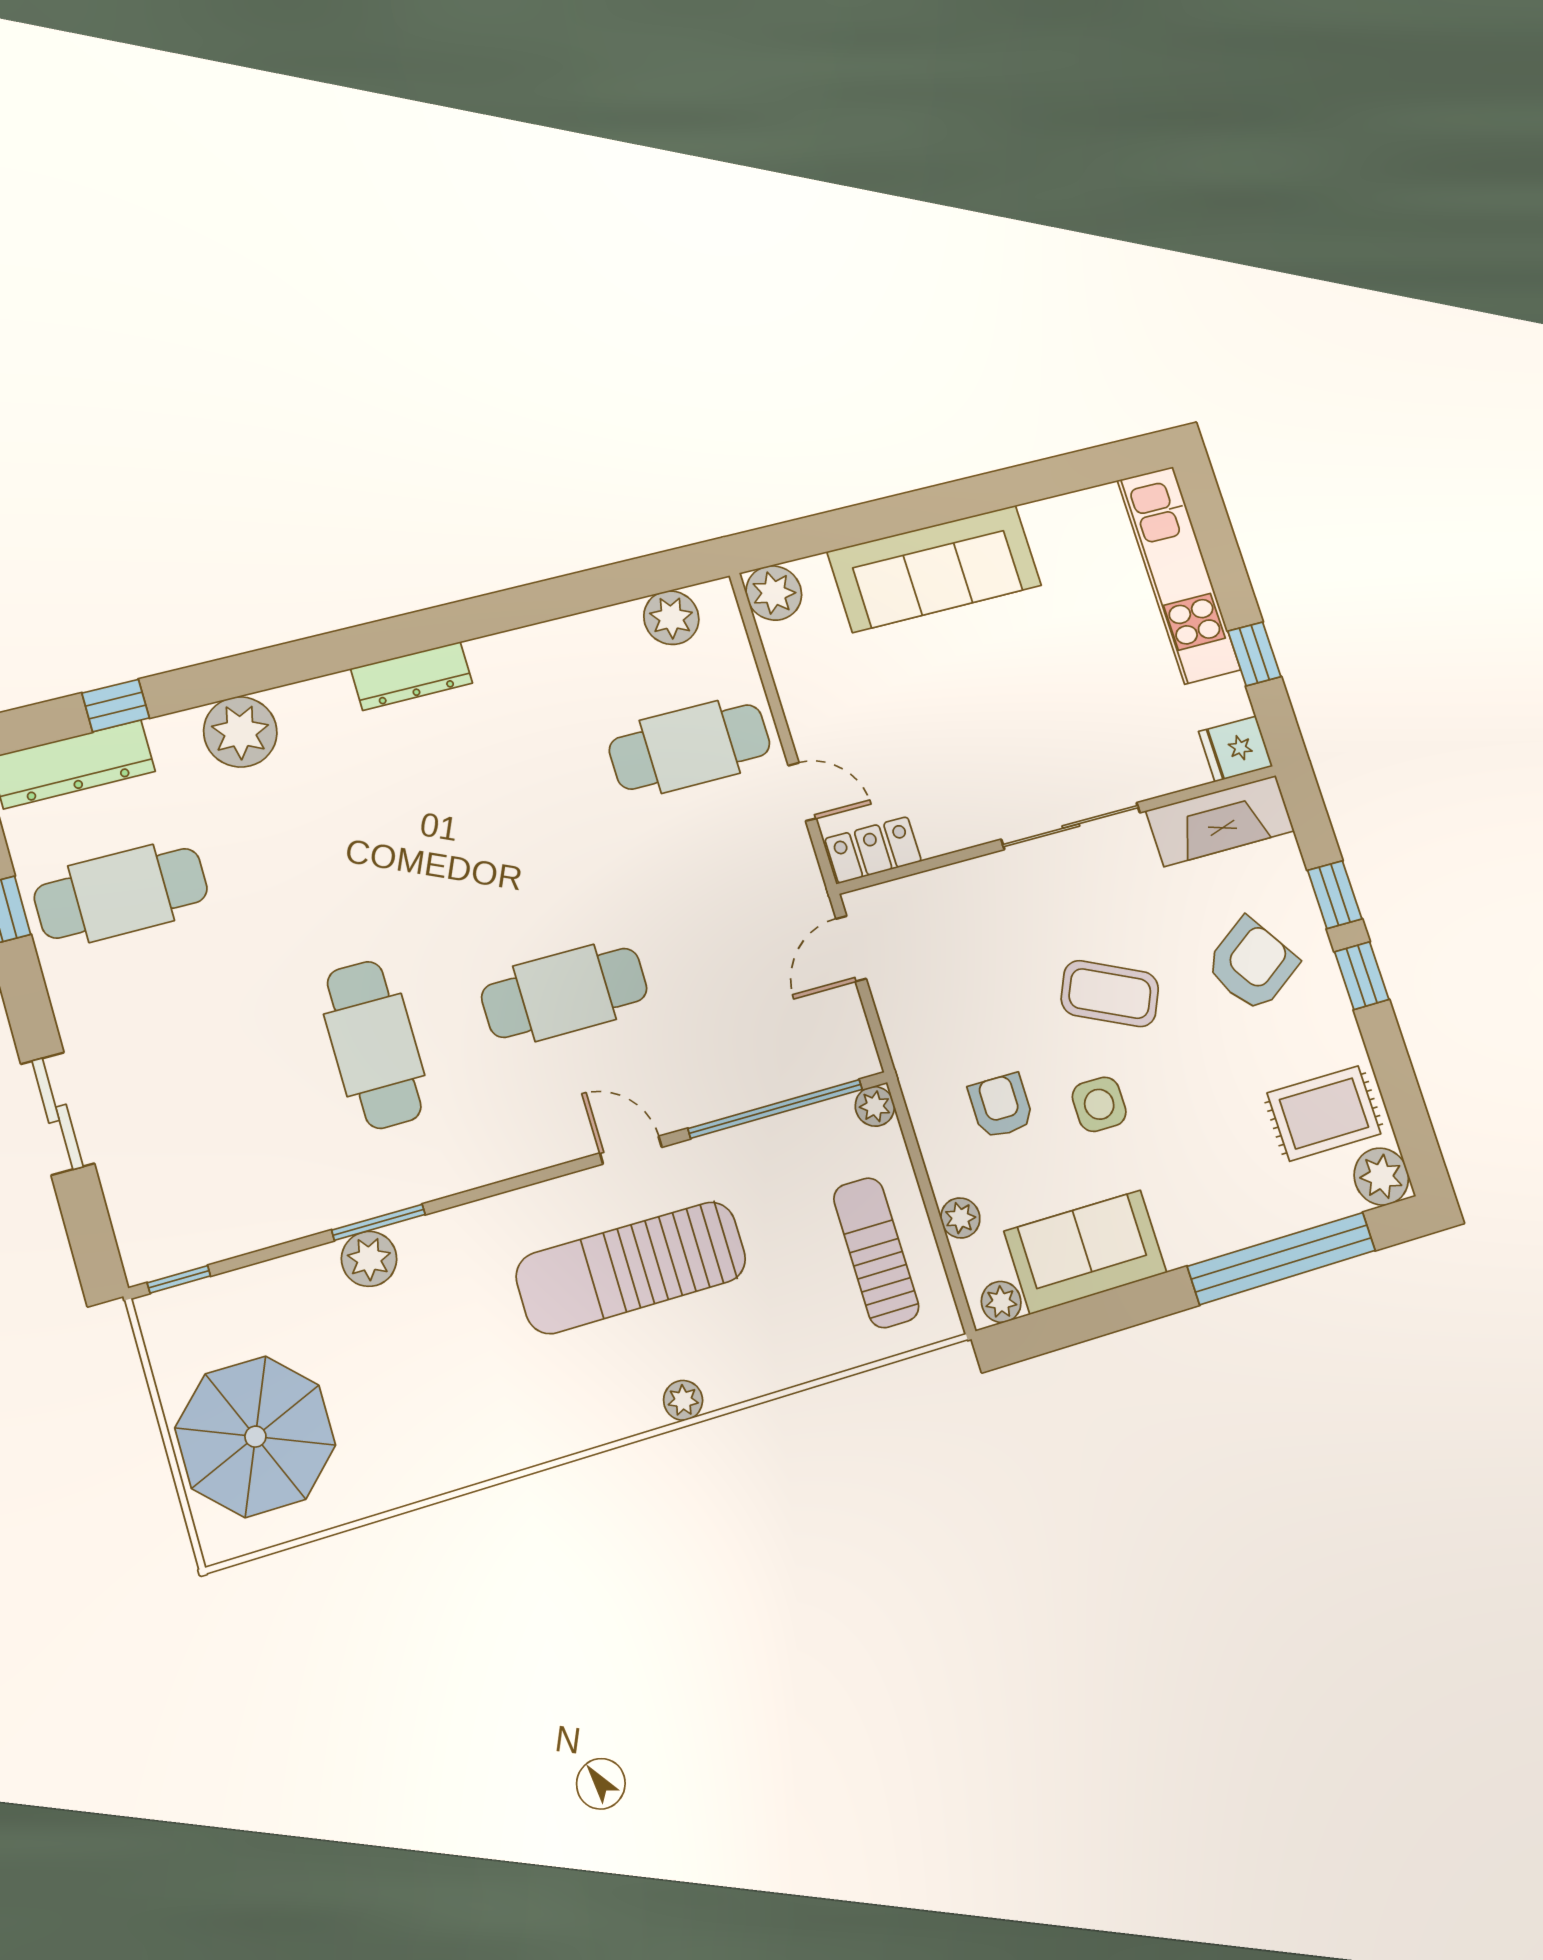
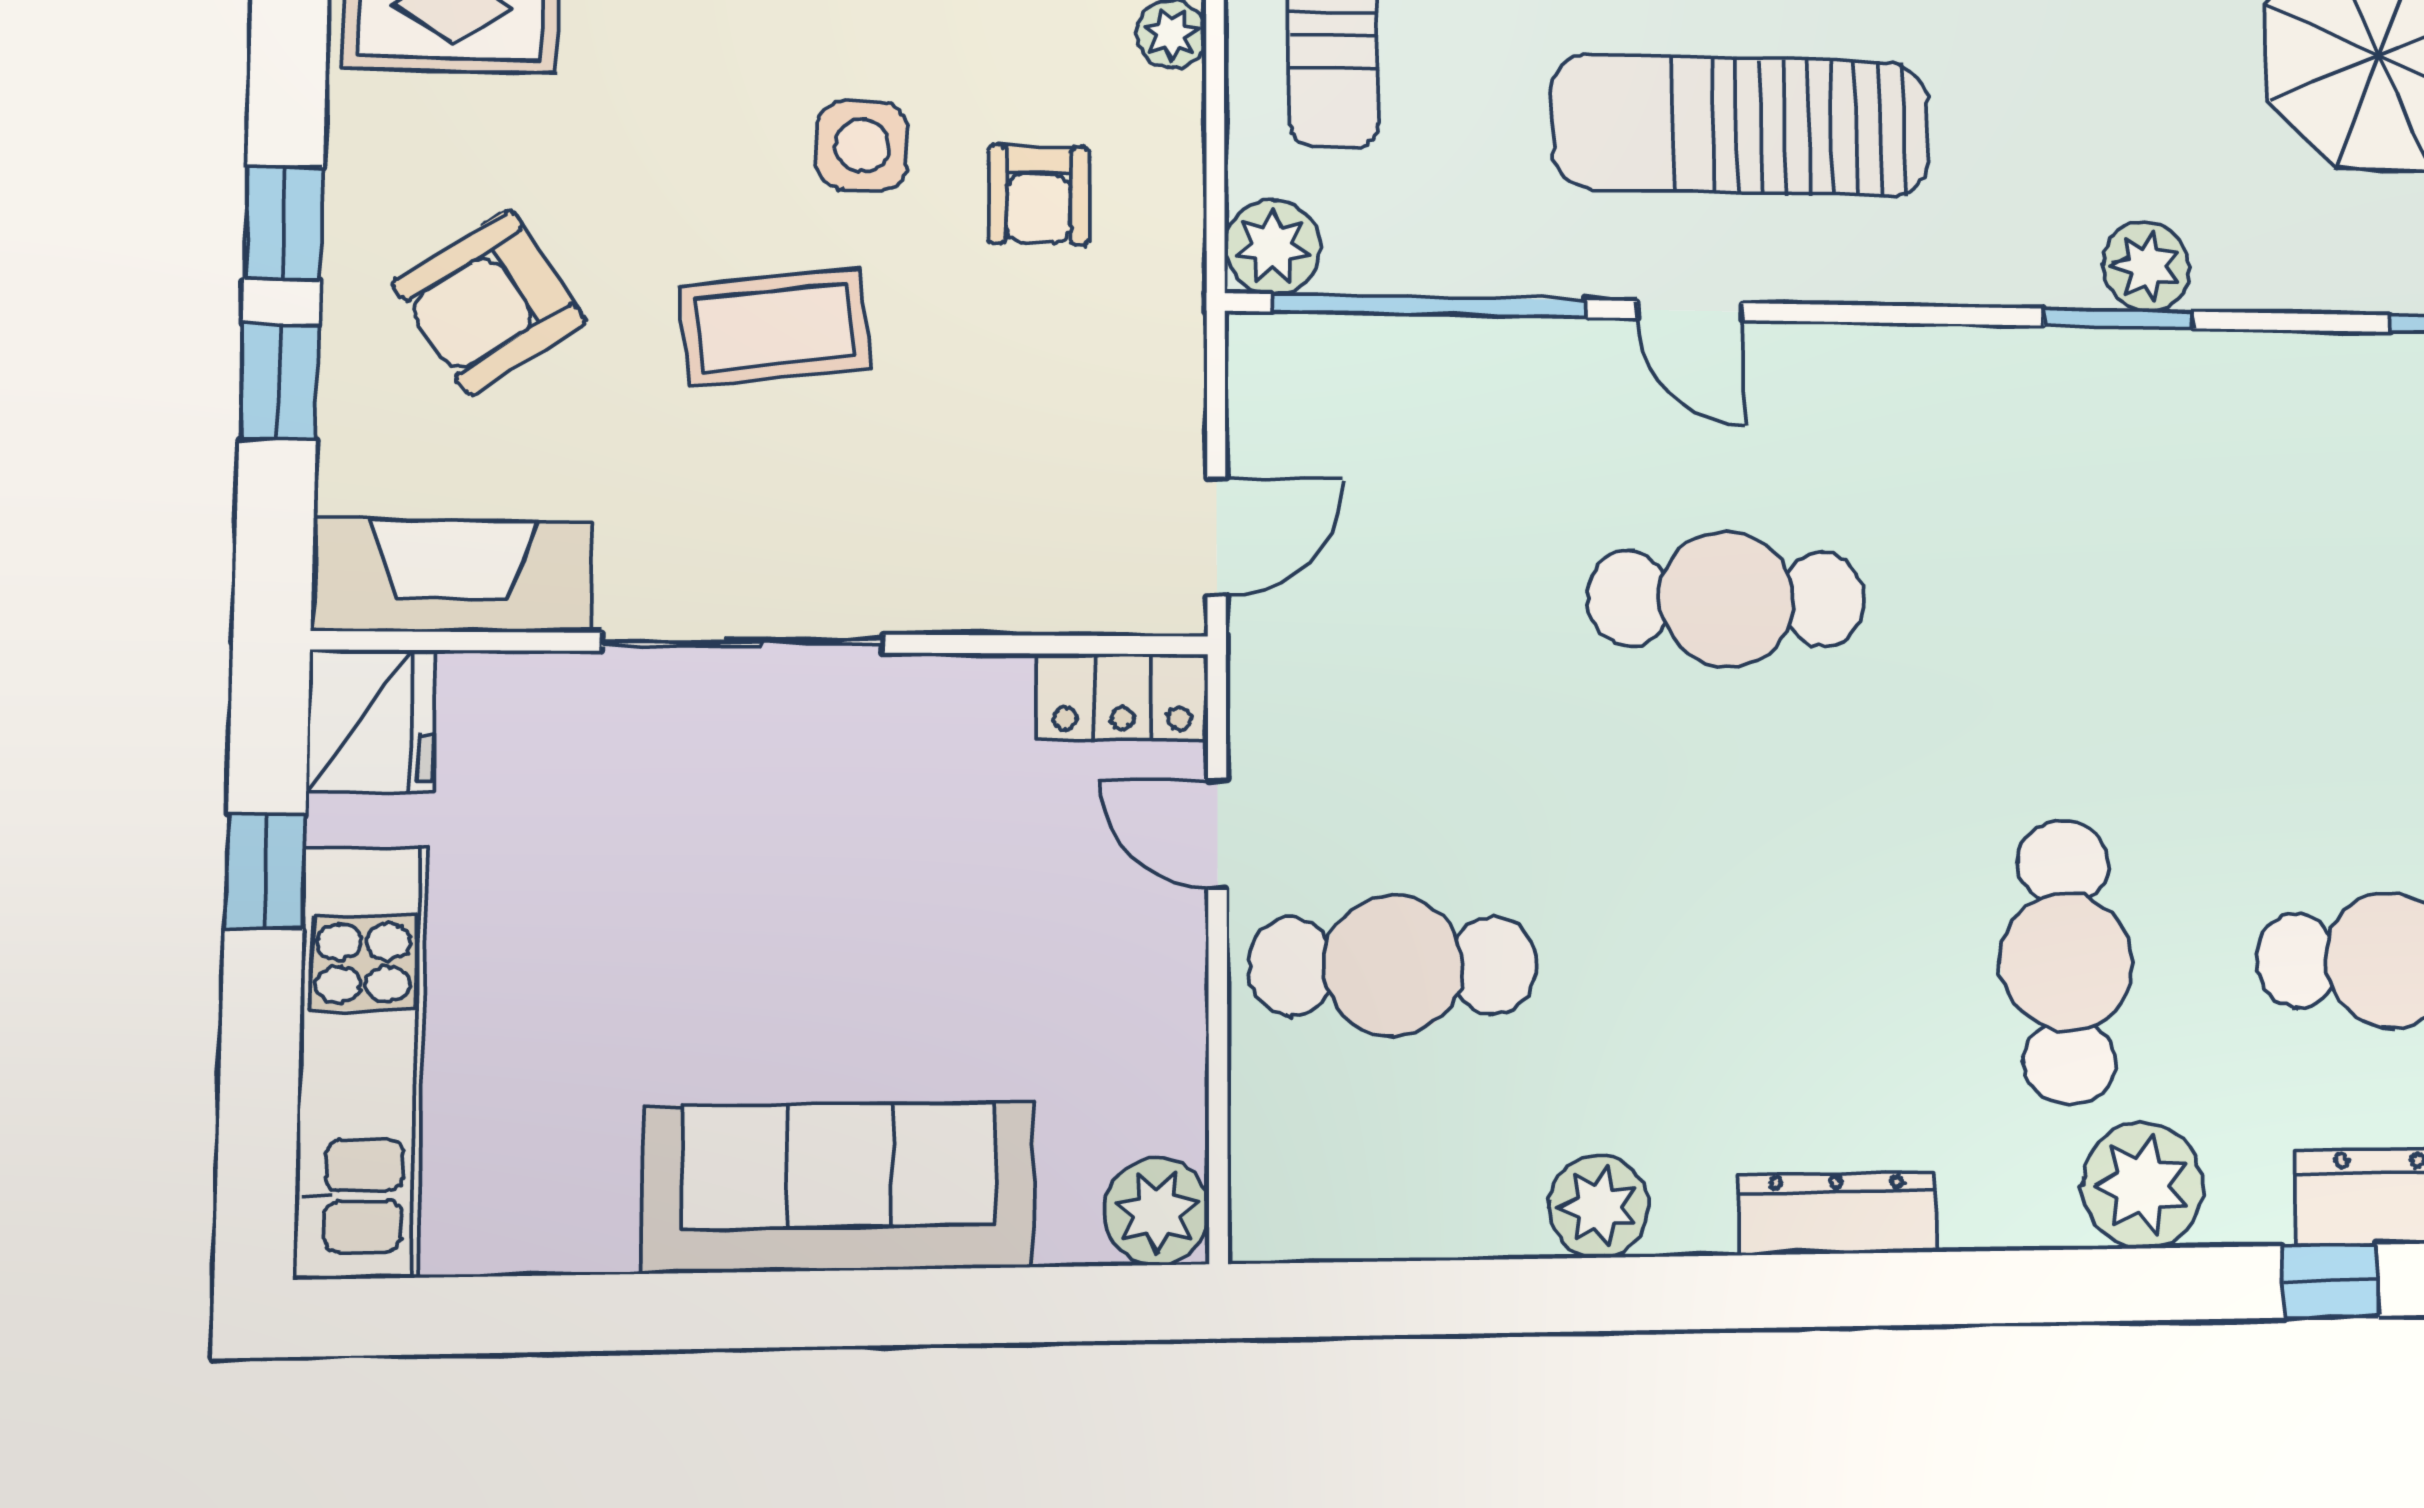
plant: (671, 618) -> (1599, 1206), moved
fridge: (1236, 749) -> (371, 721), width x1.38
coffee table: (1110, 994) -> (775, 327), turned -32
cafe table: (374, 1045) -> (2066, 962), moved
plant: (875, 1106) -> (1273, 247), width x1.38, depth x1.38
sun lounger: (631, 1267) -> (1741, 125), turned 180

